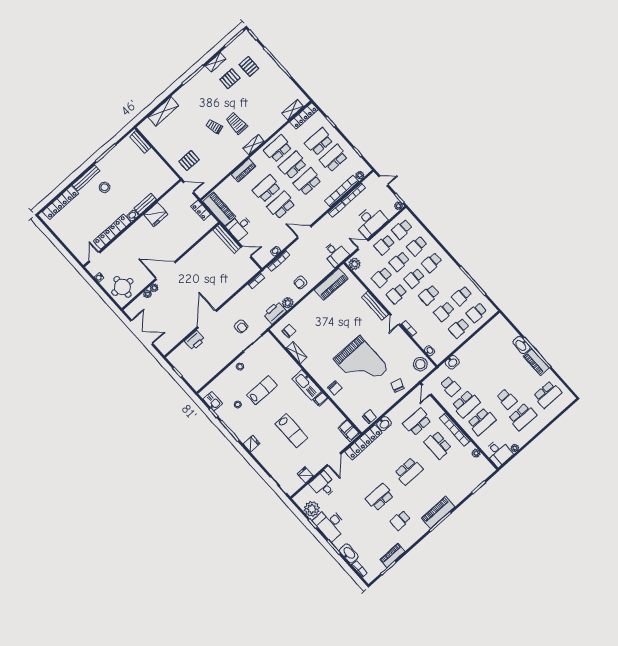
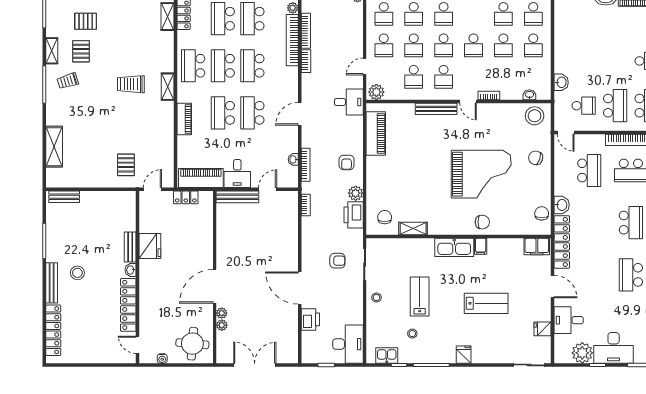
trolley: (214, 127) -> (68, 81), moved
desk: (370, 221) -> (348, 344), moved
school desk: (417, 422) -> (589, 170), turned 180

